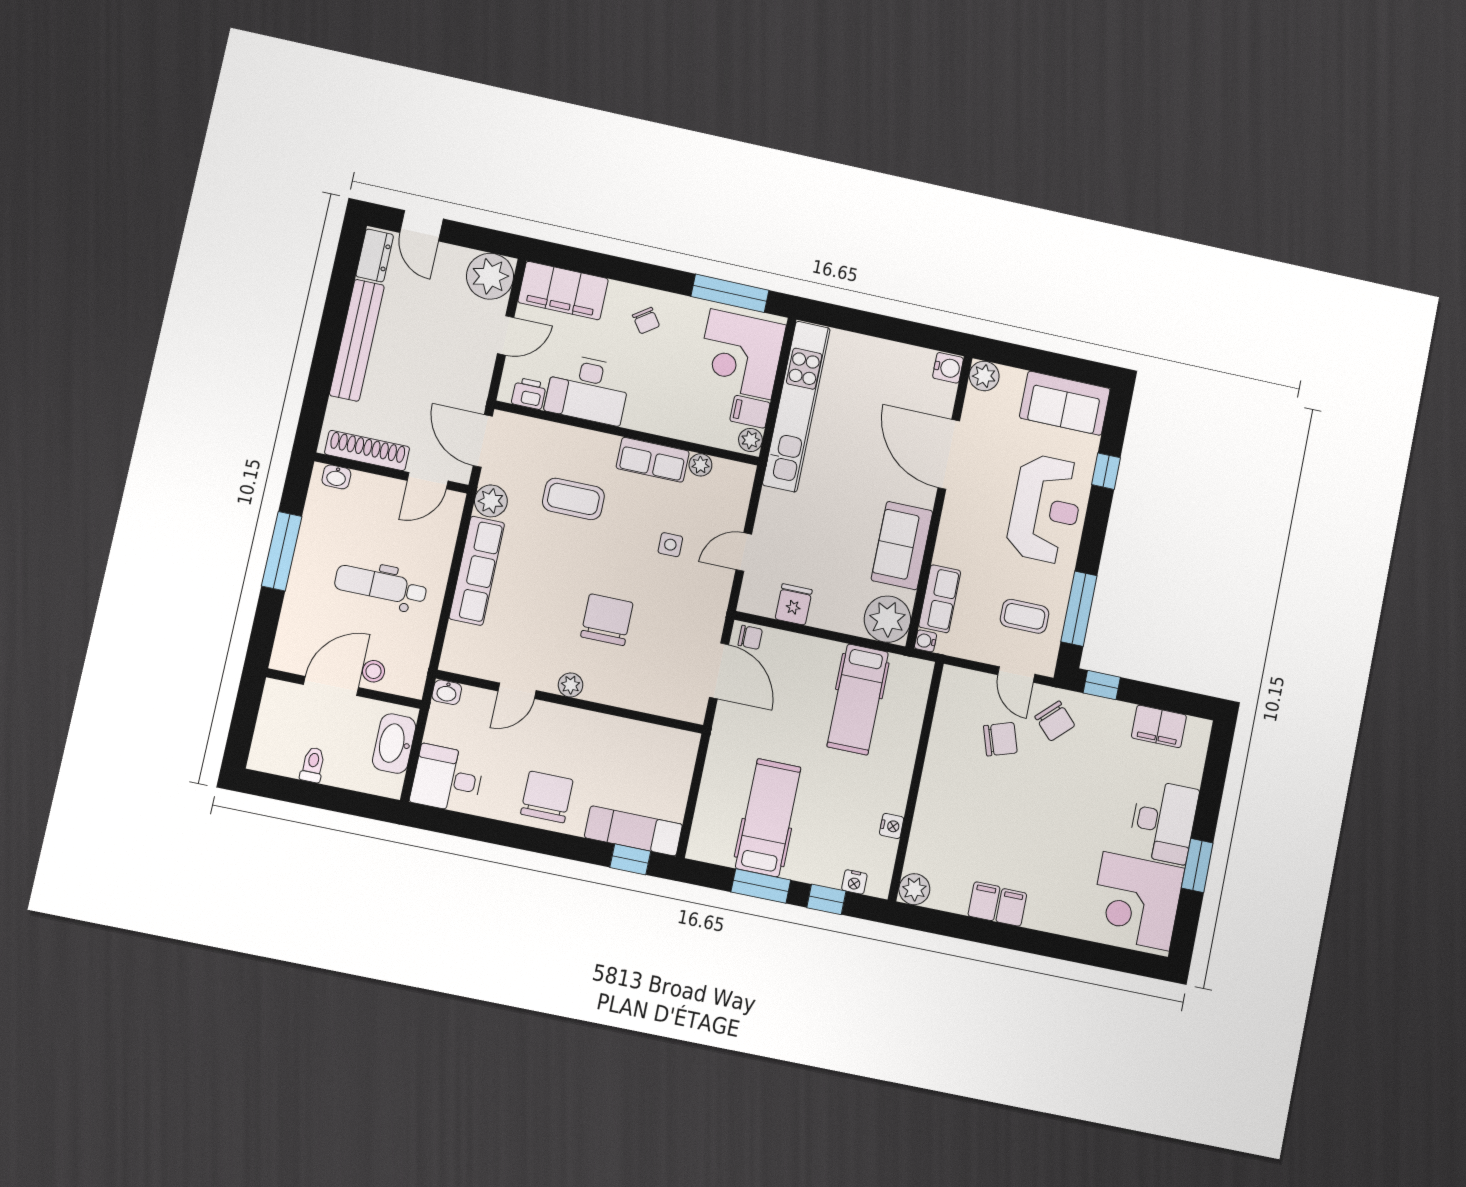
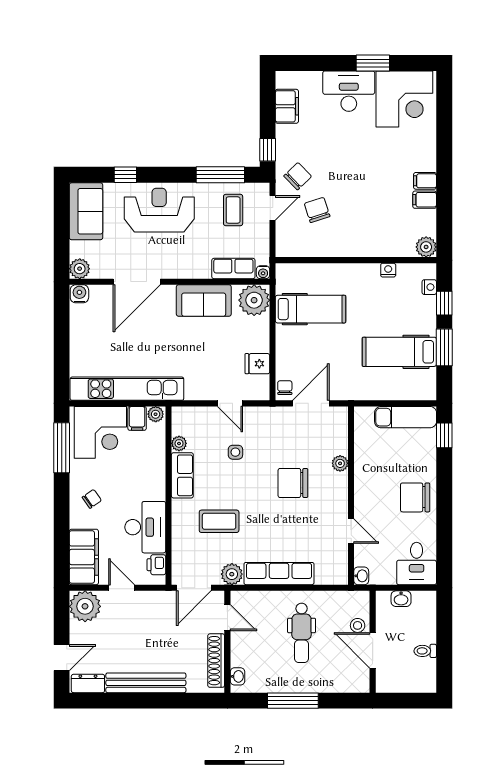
coffee table: (573, 499) -> (219, 521), turned 90
plant: (571, 685) -> (340, 463), moved
washbasin: (394, 744) -> (401, 599), width x0.52, depth x0.69
exam couch: (633, 831) -> (406, 417), moved, turned -90

